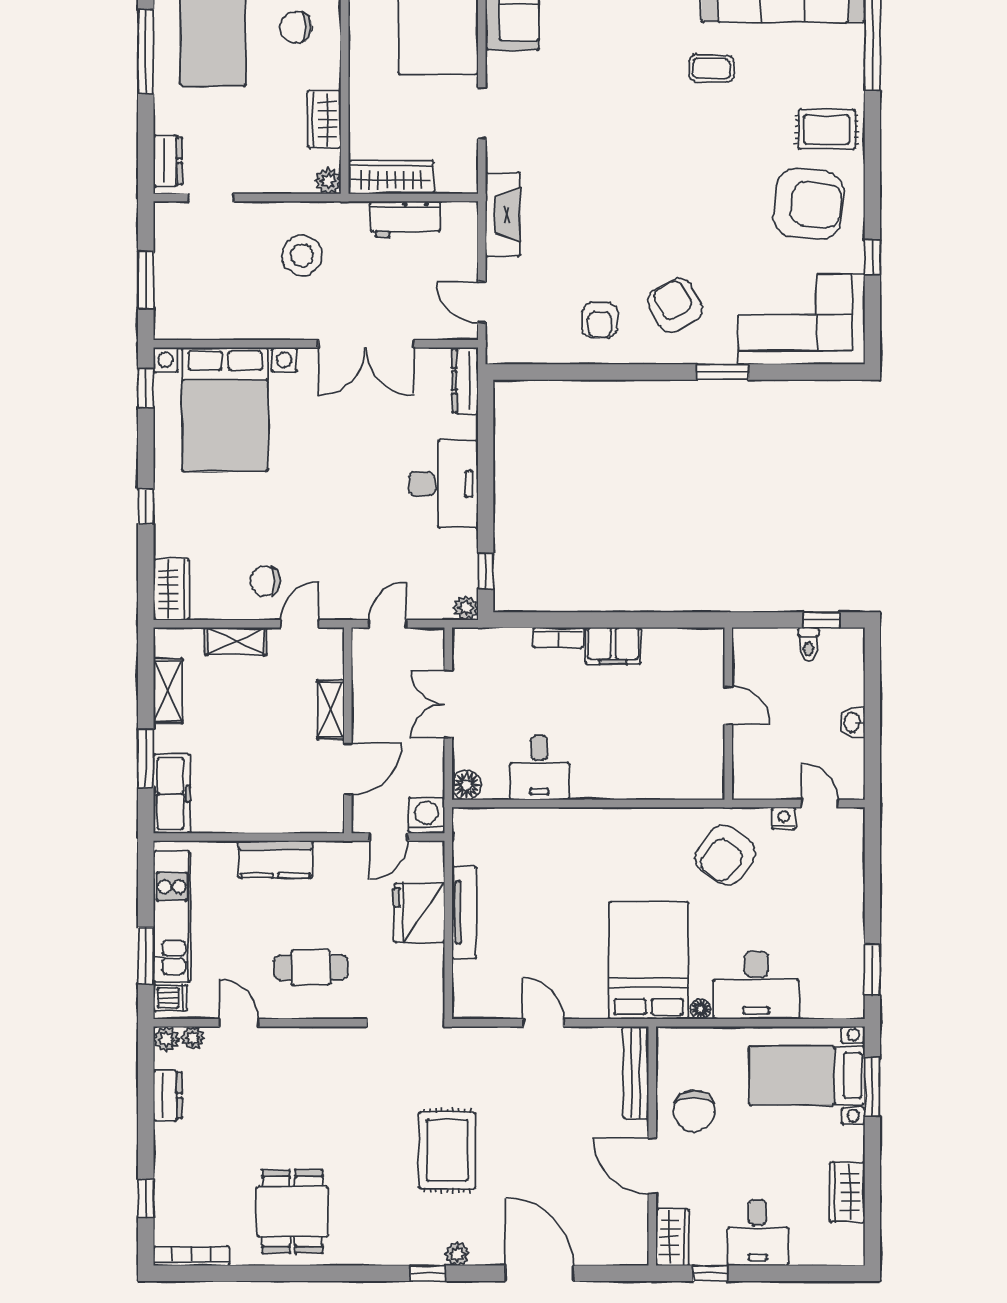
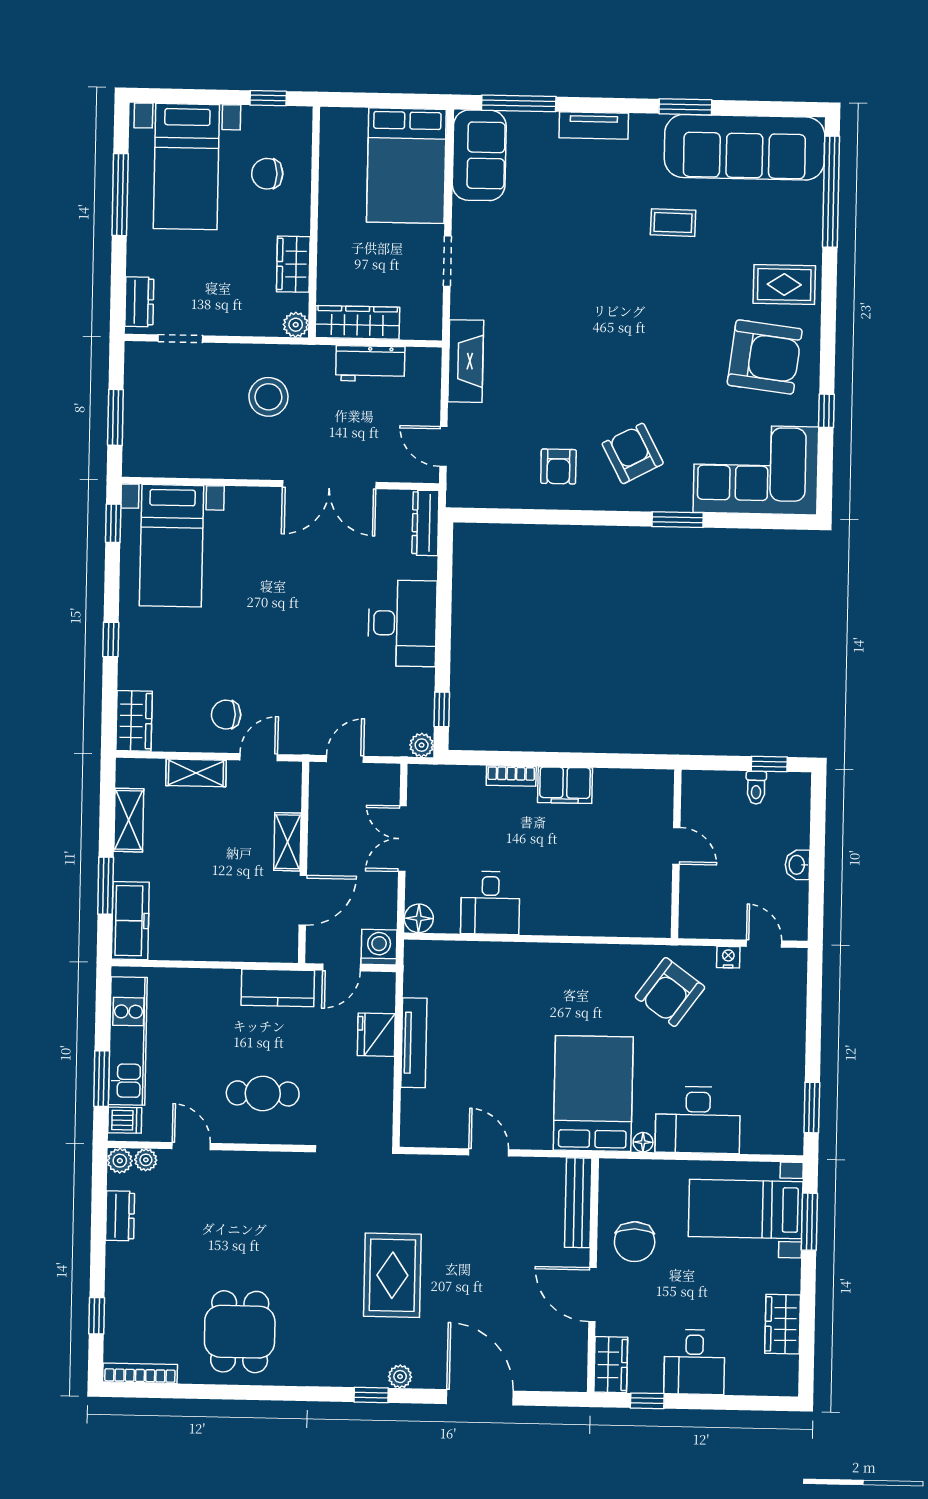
bed with nightstands: (225, 409) -> (172, 546), width x0.73
kitchen counter: (275, 859) -> (278, 988), moved
fridge: (419, 913) -> (376, 1035), width x0.73, depth x0.75

